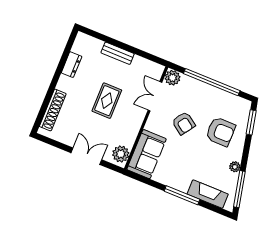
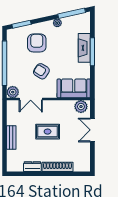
shoe rack: (53, 110) -> (57, 167), moved
armchair: (184, 123) -> (41, 71), turned -93
fireplace: (208, 194) -> (84, 48), moved

